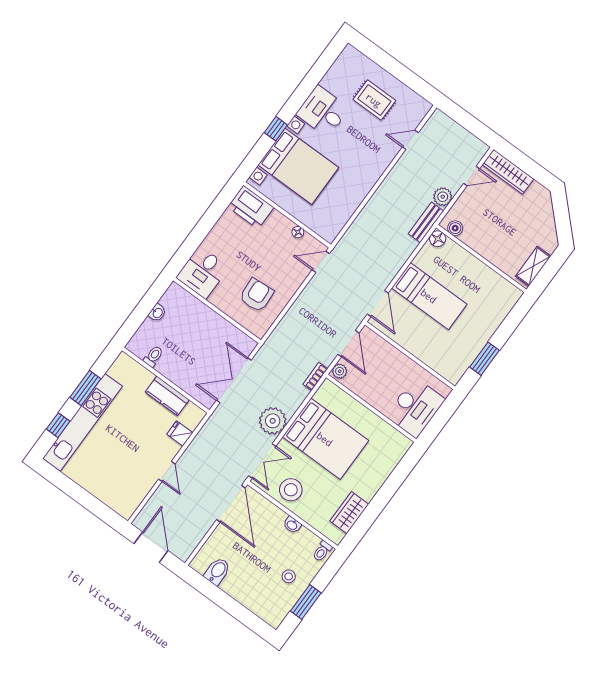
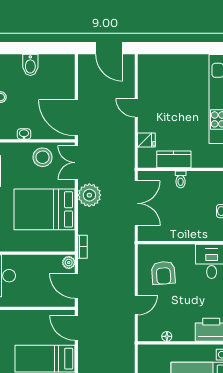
door: (321, 262) -> (136, 305), moved
toilet: (153, 356) -> (181, 179), moved
bidet: (217, 571) -> (30, 65), moved

